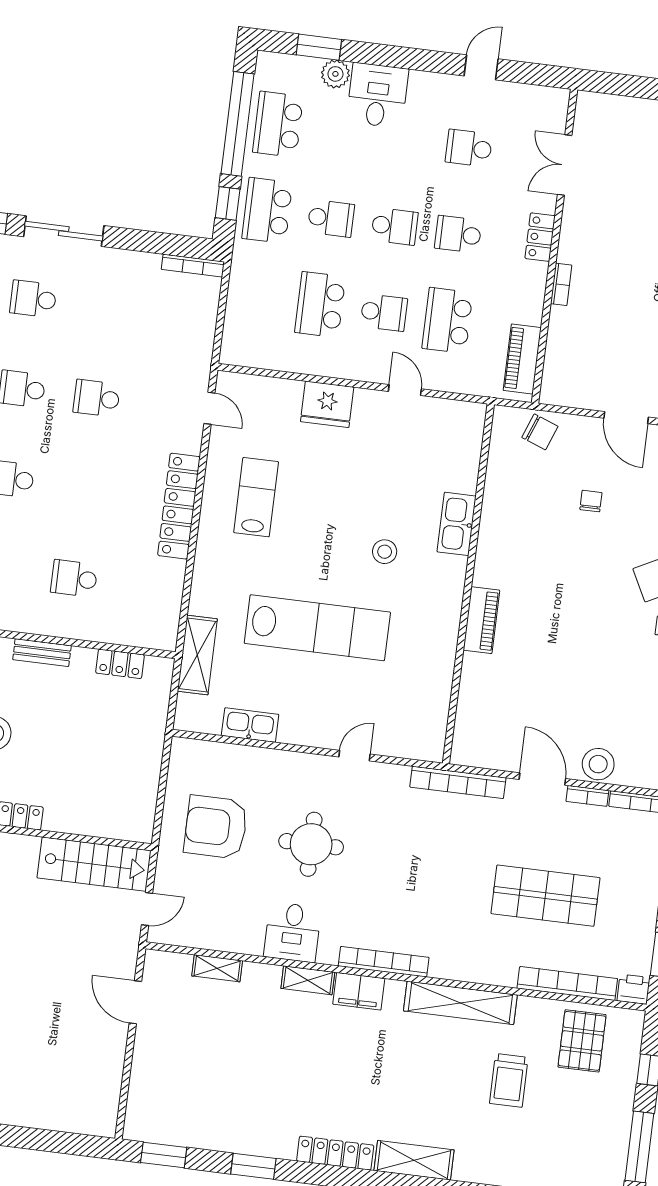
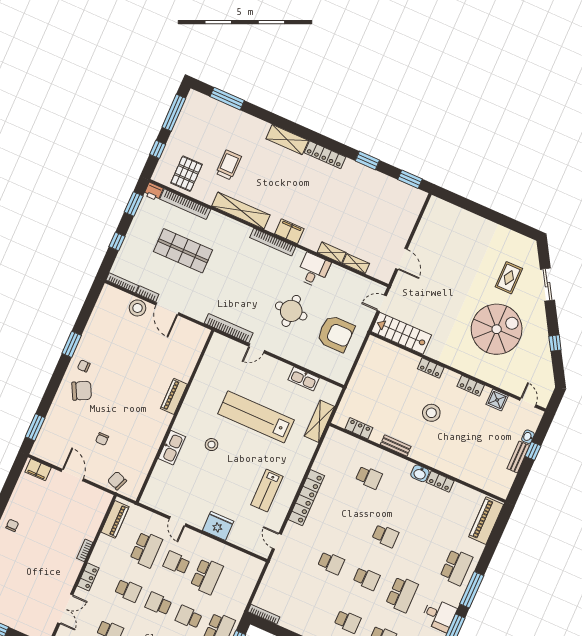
bookcase: (458, 782) -> (229, 328), moved
shelving: (308, 980) -> (332, 252), moved

